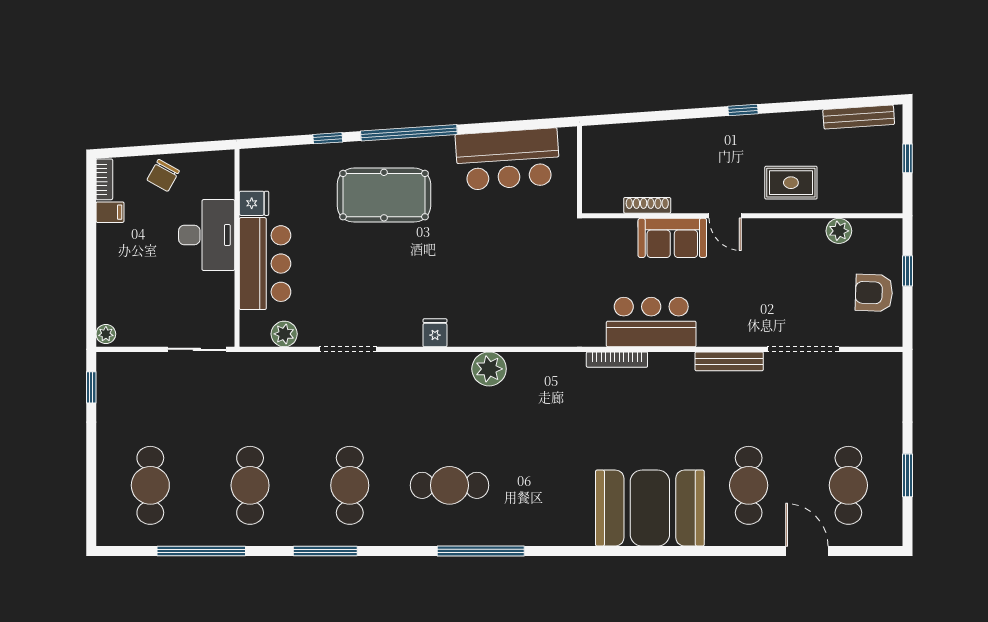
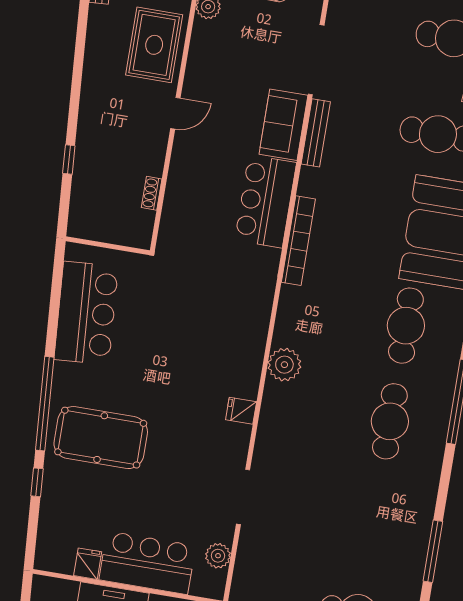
window: (743, 110) -> (69, 159), moved
rug: (791, 183) -> (154, 45), width x1.36, depth x1.43
pool table: (384, 195) -> (101, 438), turned 90
shoe rack: (647, 205) -> (152, 193), width x0.70
sofa: (672, 238) -> (283, 125), moved, turned 180
bookcase: (617, 360) -> (298, 241), width x1.48, depth x1.31
cafe table: (350, 485) -> (406, 326), moved, turned 90

